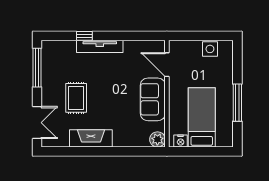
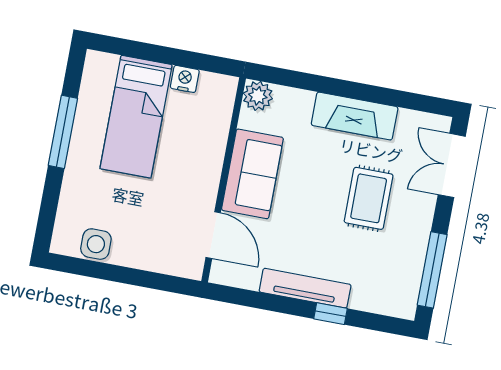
door: (167, 65) -> (213, 235), moved
wall: (167, 94) -> (224, 180), moved
sofa: (153, 99) -> (252, 174), moved
plant: (157, 139) -> (258, 96), moved

